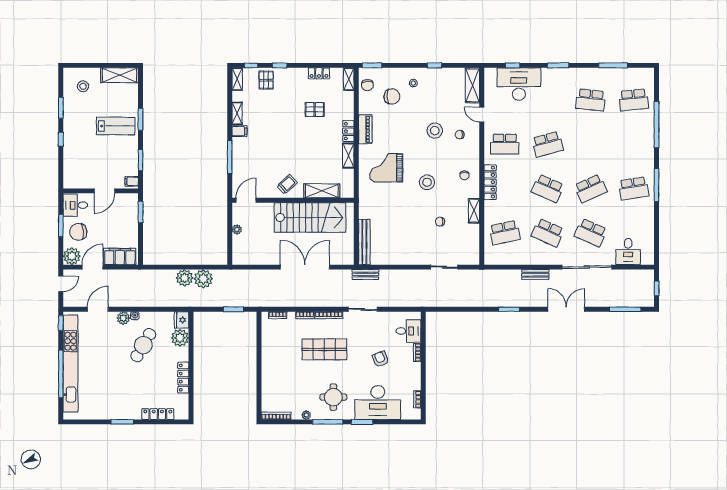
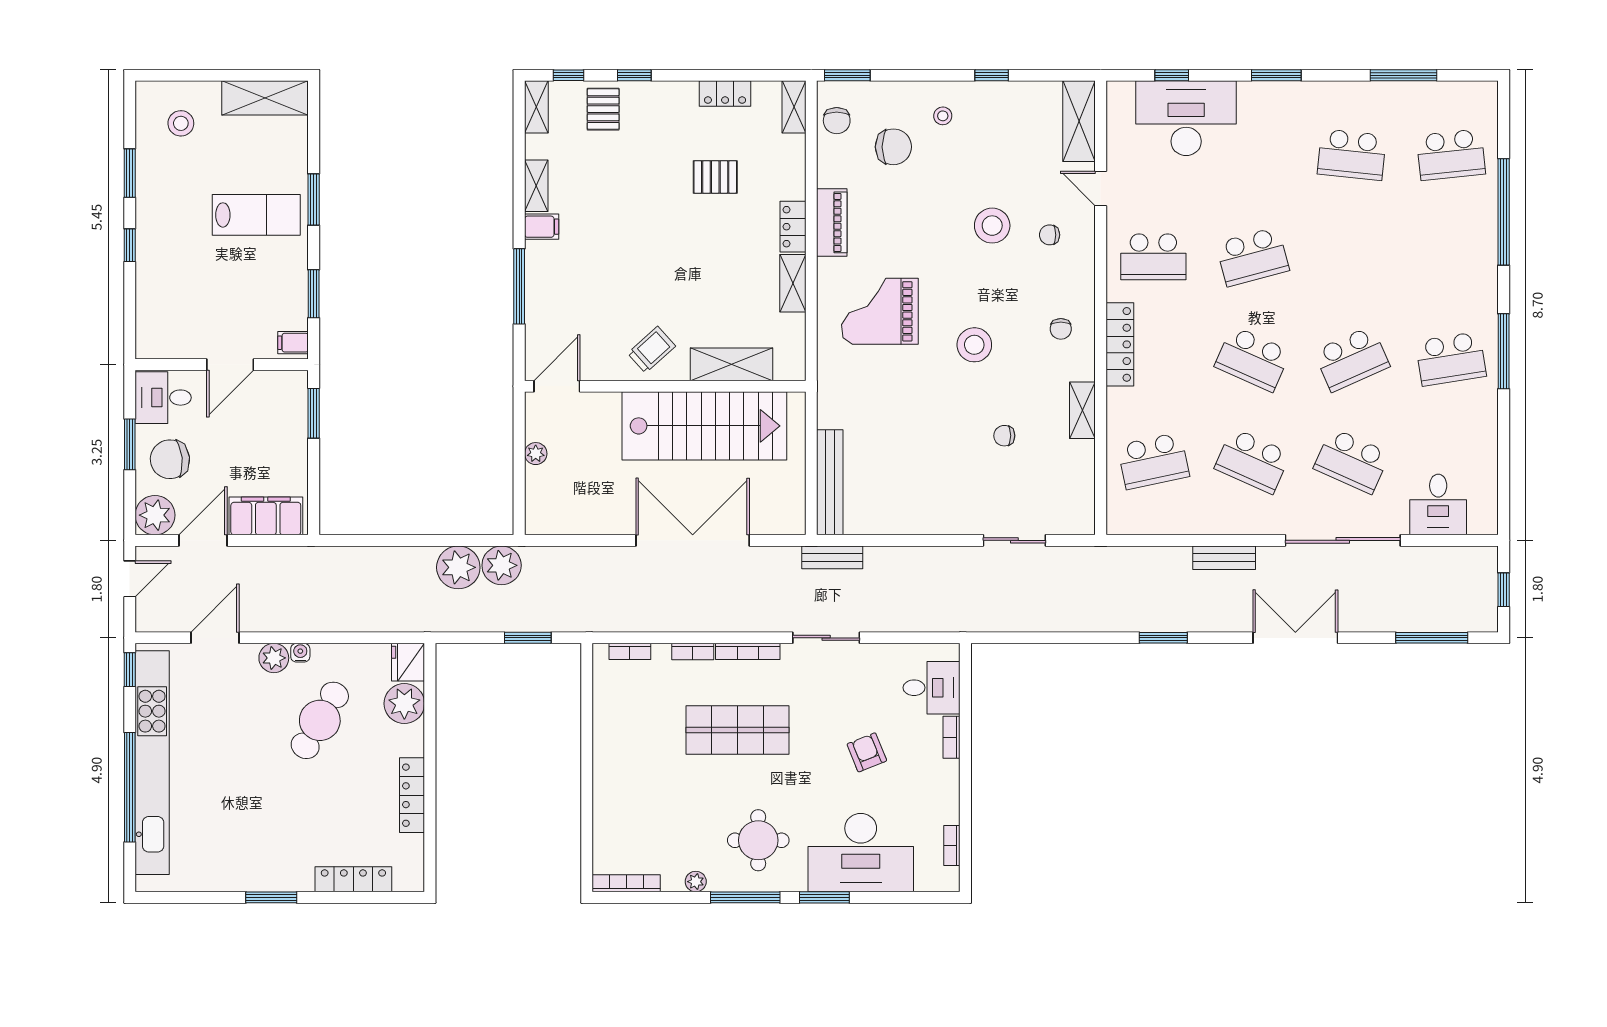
plant: (185, 278) -> (502, 565), moved

